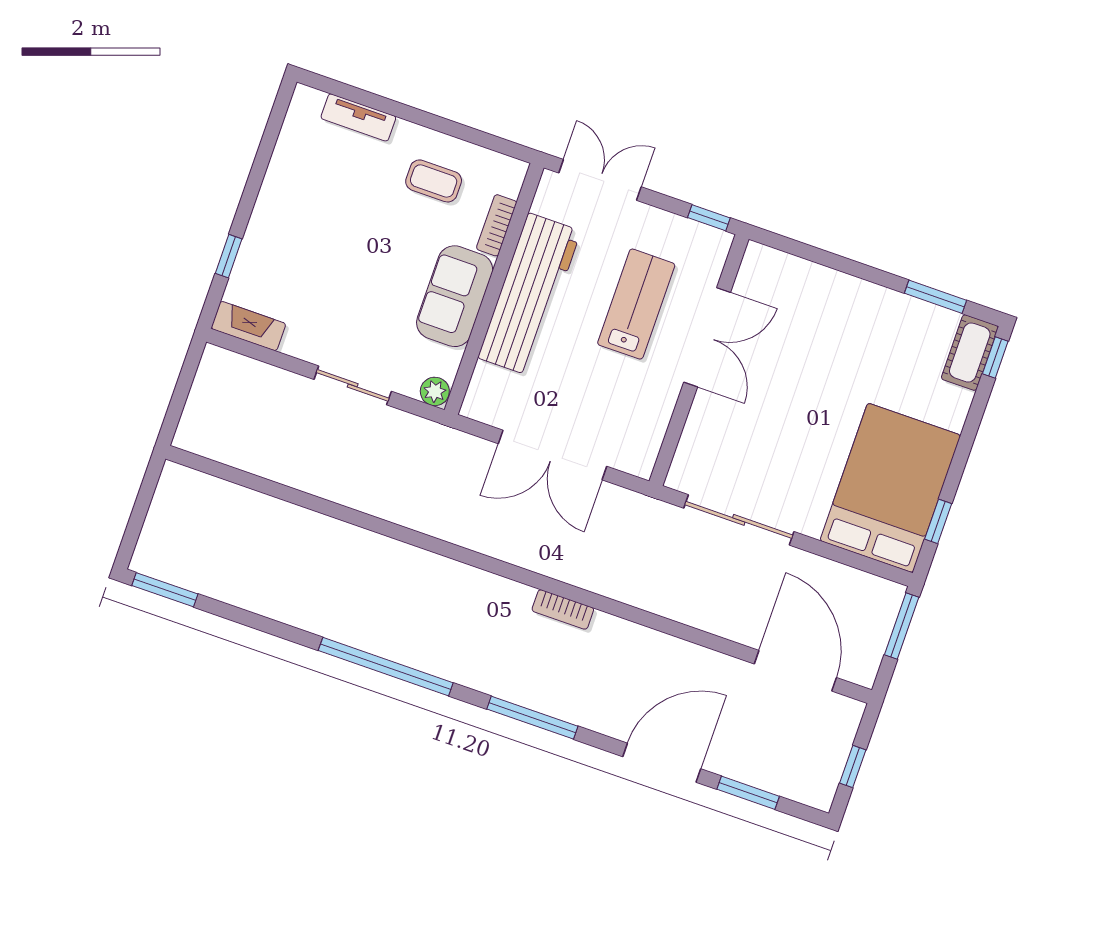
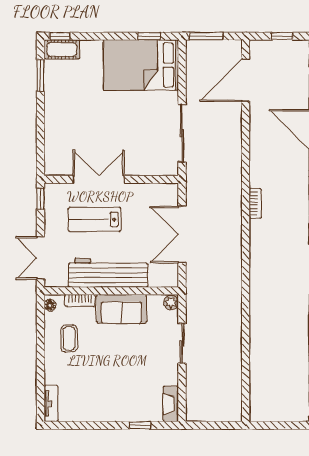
tv unit: (358, 117) -> (51, 403), moved
floor lamp: (507, 167) -> (50, 305), added
double door: (552, 455) -> (182, 235), swing flipped

